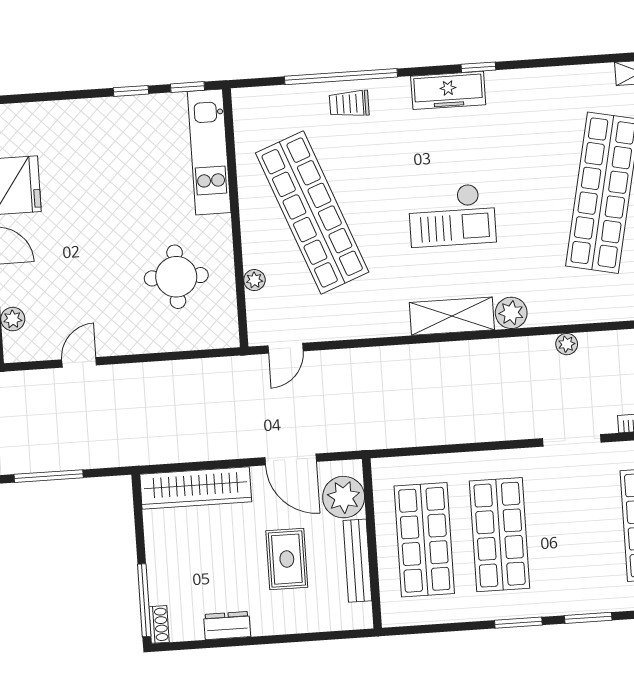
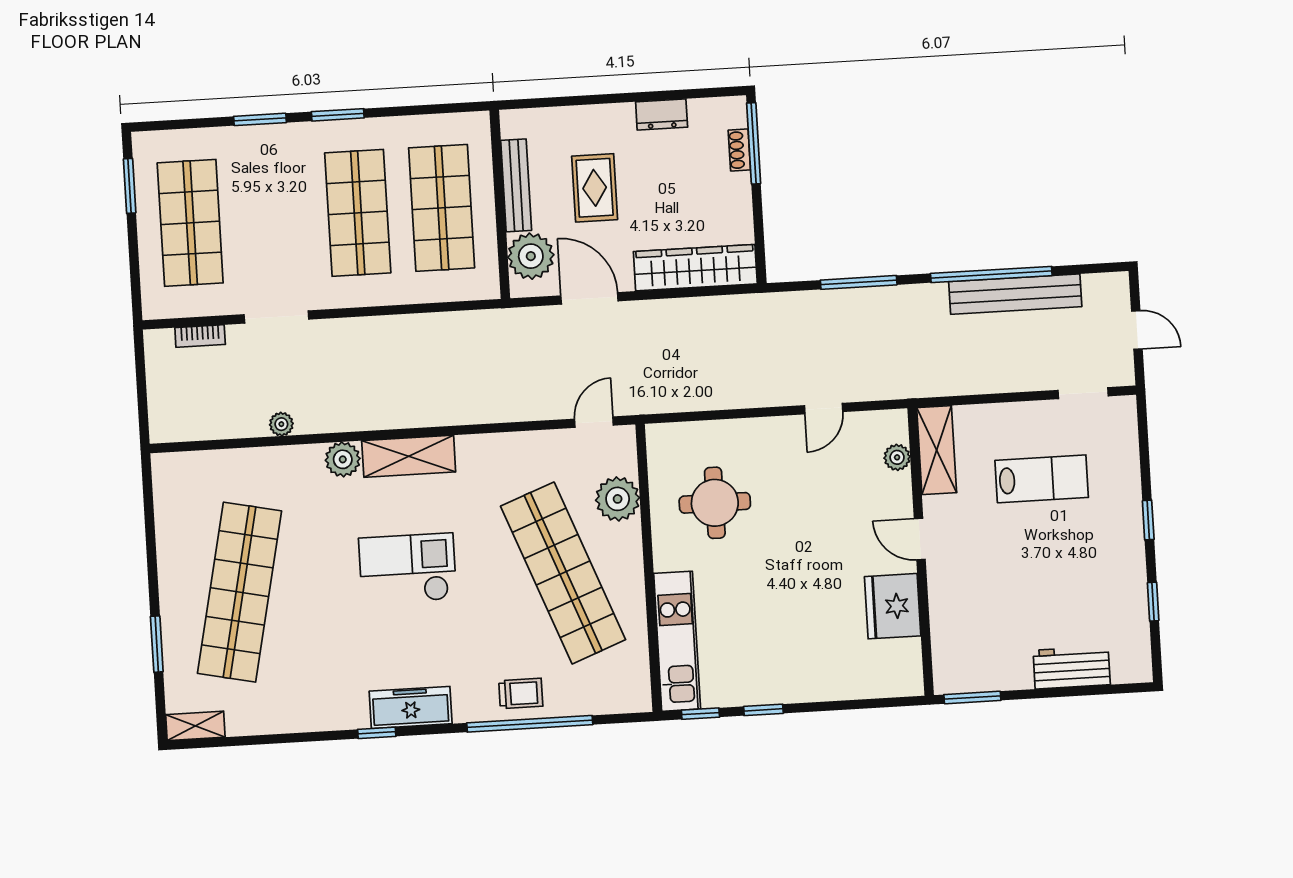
plant: (254, 280) -> (618, 499), width x1.88, depth x1.88
shoe rack: (159, 624) -> (739, 150), moved

